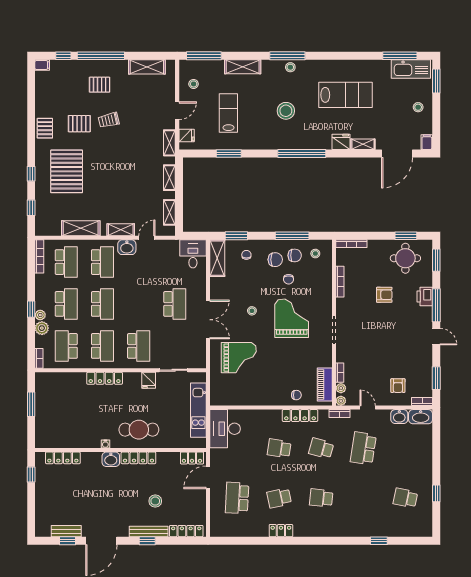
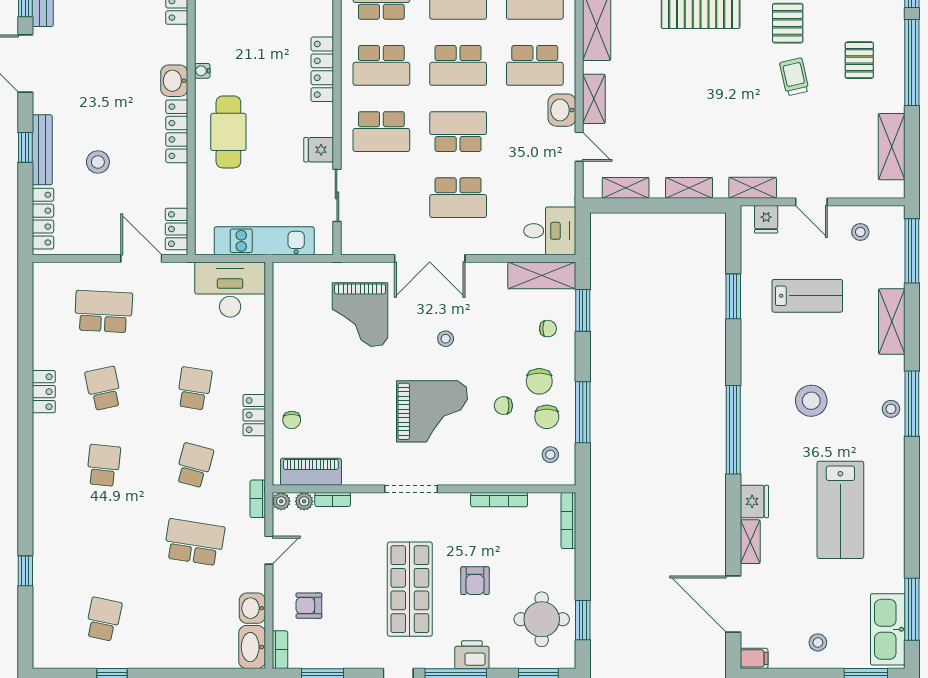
school desk: (139, 304) -> (458, 132), added
shop shelf: (389, 330) -> (410, 589), added
locker: (300, 416) -> (254, 415), width x0.66

